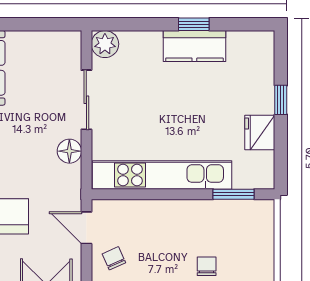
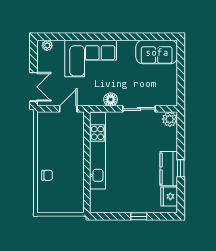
fridge: (260, 132) -> (169, 196), moved, turned -90
window: (234, 194) -> (87, 190), removed
chair: (114, 258) -> (51, 124), removed

